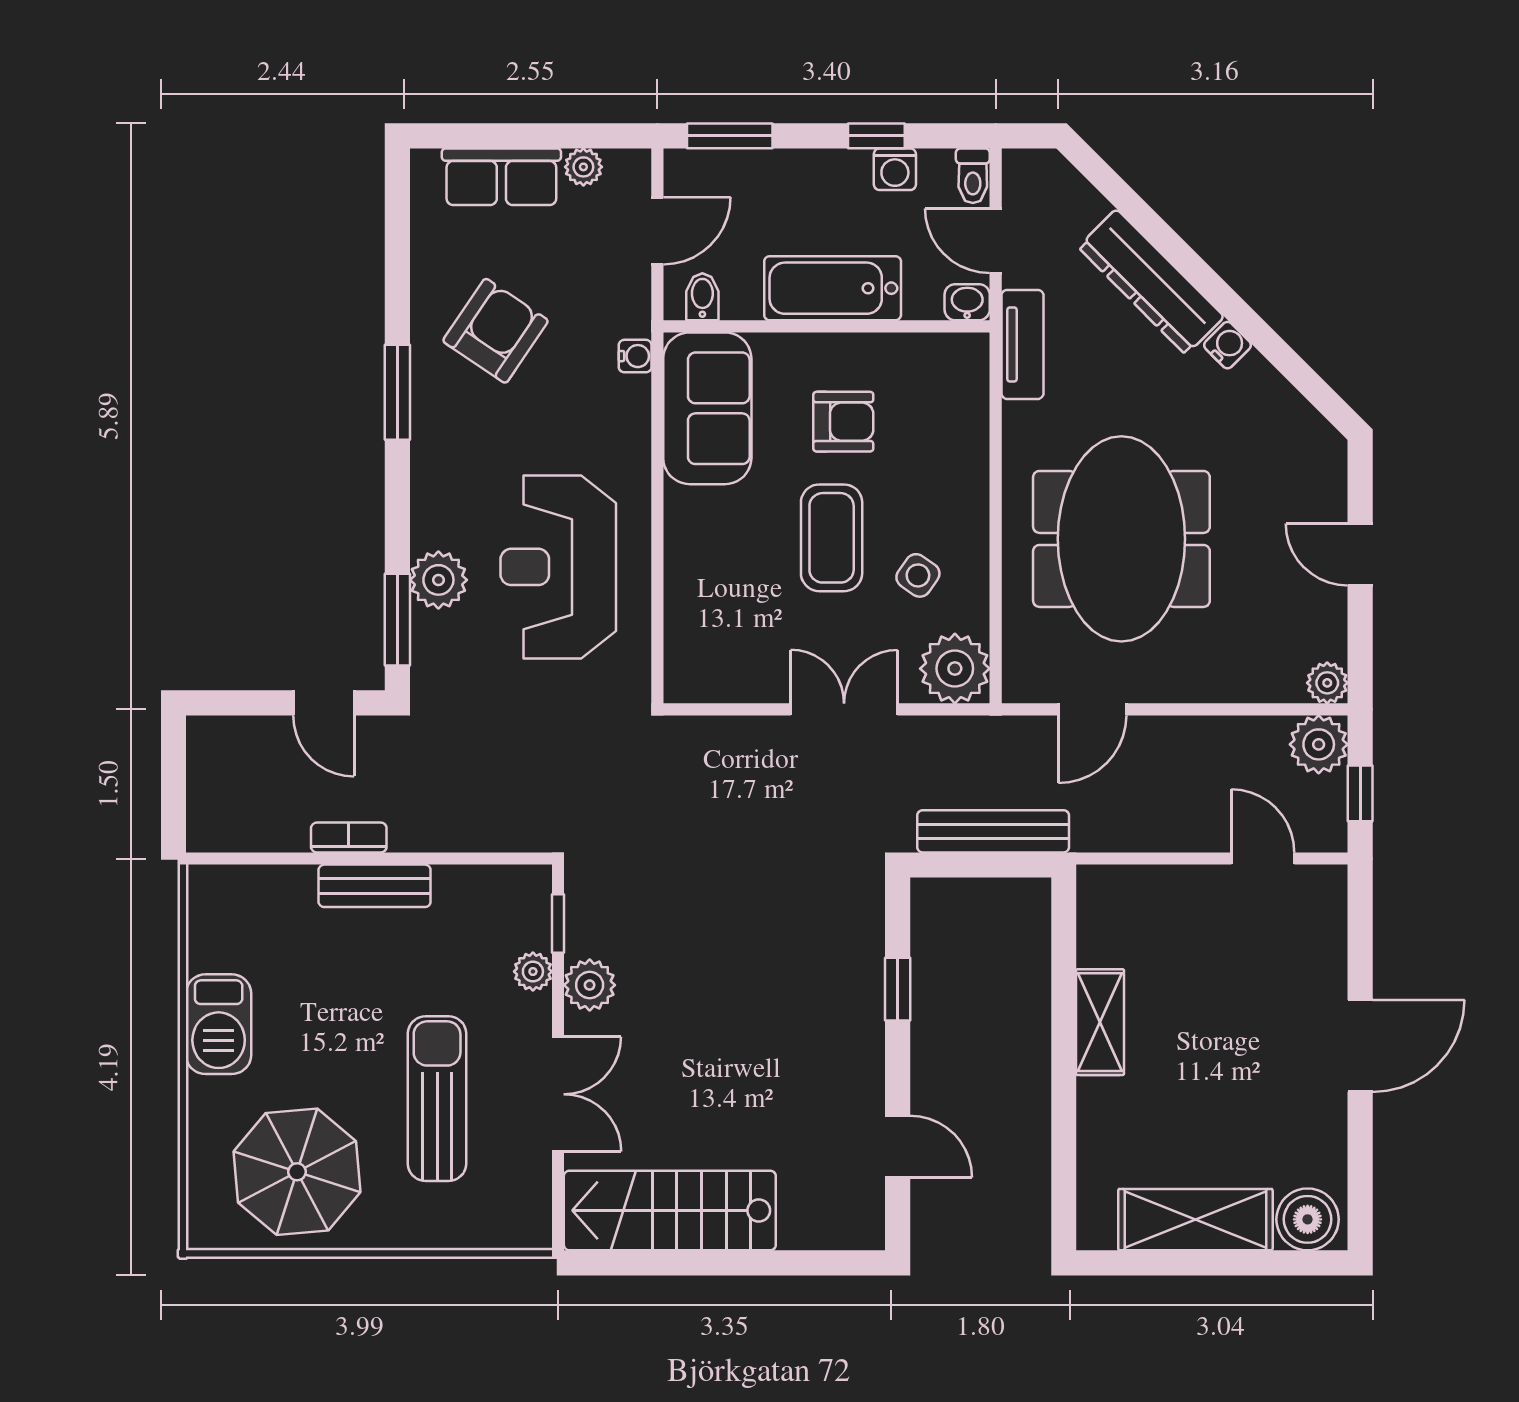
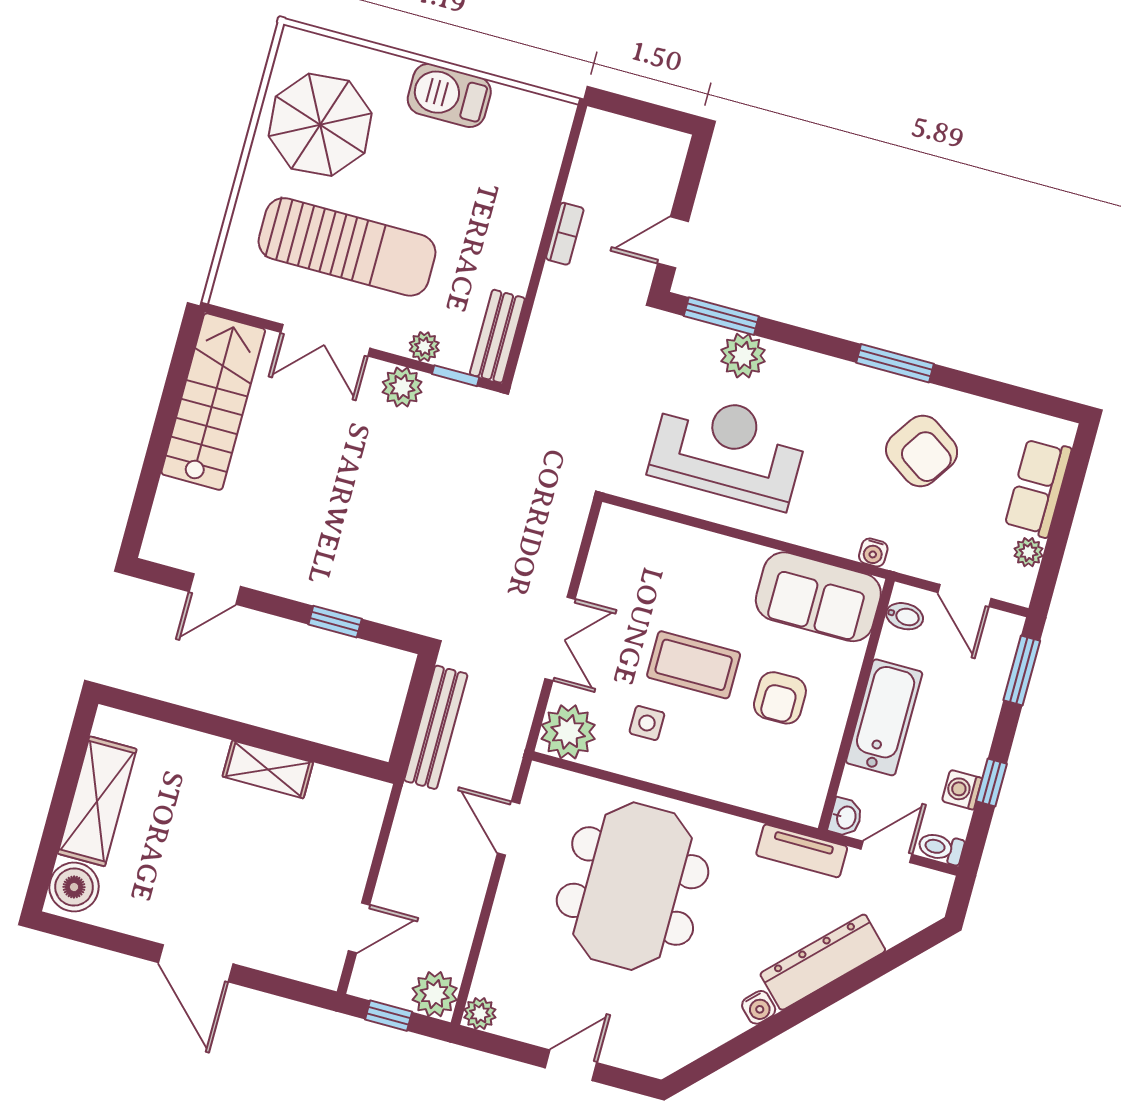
meeting table: (1121, 539) -> (633, 886), turned 90
side table: (918, 575) -> (647, 723), turned -35
bench: (375, 886) -> (497, 336), moved
sun lounger: (437, 1099) -> (347, 247), width x1.36, depth x1.34

